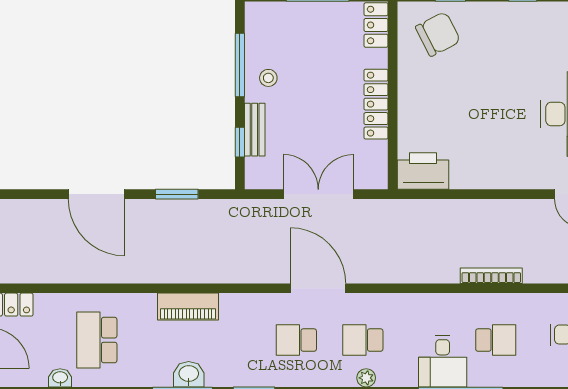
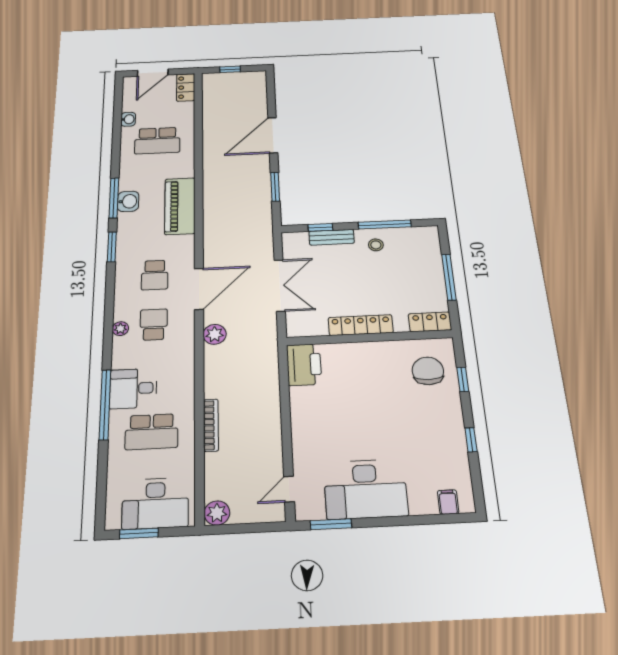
chair: (438, 34) -> (428, 371), turned -153
plant: (379, 271) -> (215, 334), added
piano: (188, 307) -> (180, 206), width x1.37, depth x1.33
school desk: (97, 340) -> (157, 141), turned 180
school desk: (296, 340) -> (155, 275), turned 180
school desk: (496, 340) -> (152, 432), width x1.85

